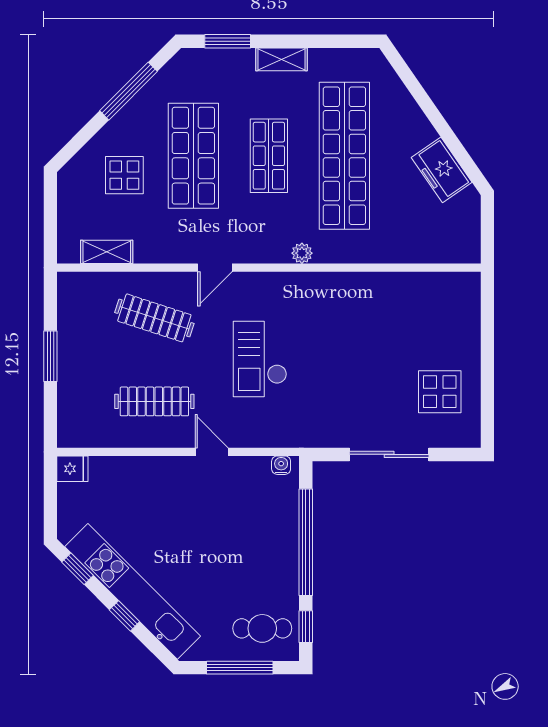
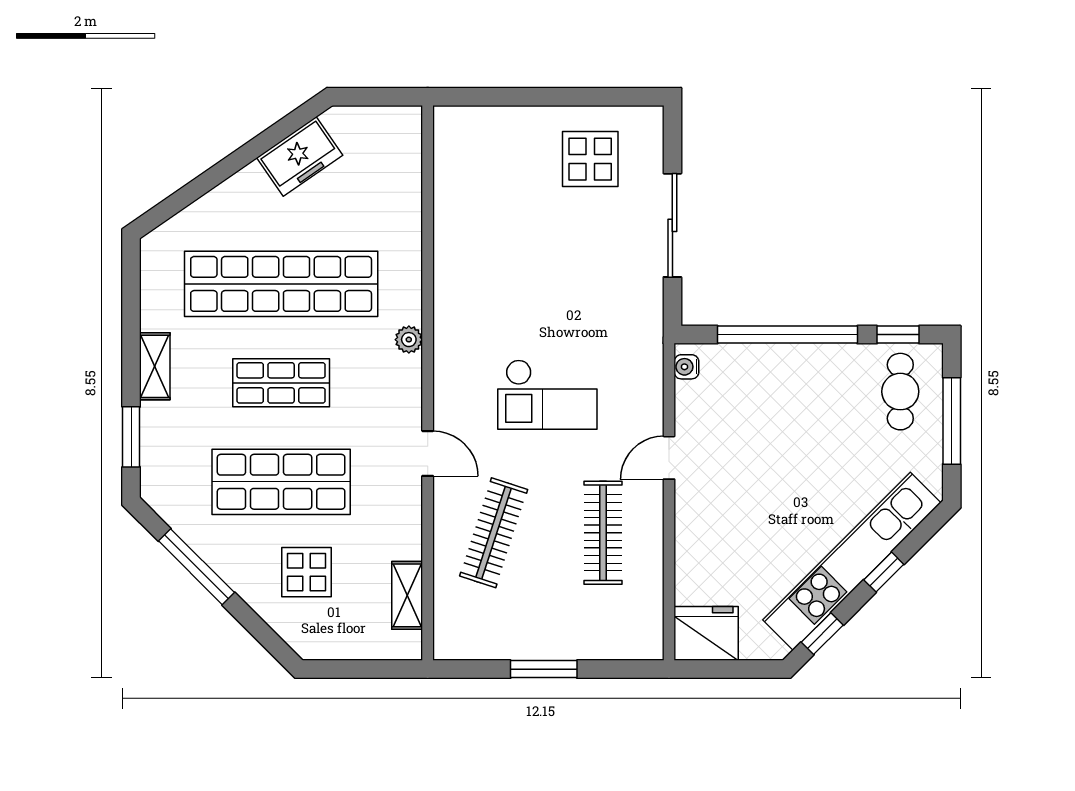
fridge: (72, 469) -> (706, 633), width x1.88, depth x1.34

